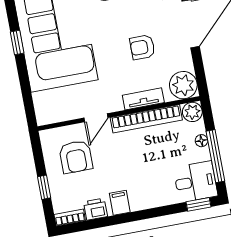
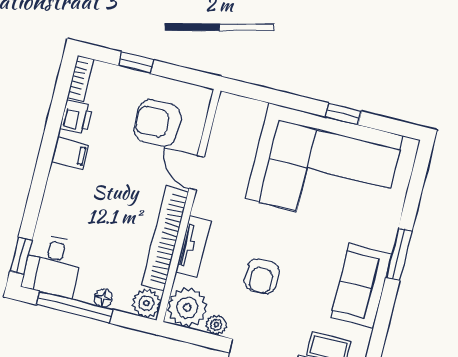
armchair: (142, 47) -> (262, 276), turned 180
plant: (186, 62) -> (216, 325), added

